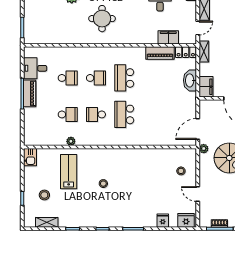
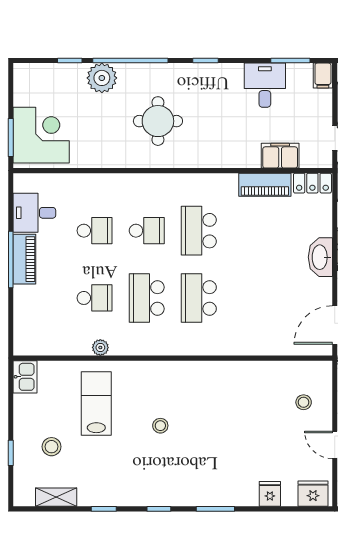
corner desk: (39, 26) -> (41, 135), added
washbasin: (190, 80) -> (320, 257), moved
school desk: (96, 114) -> (147, 298), width x1.85

